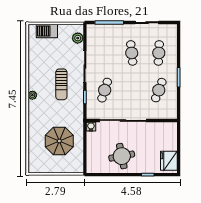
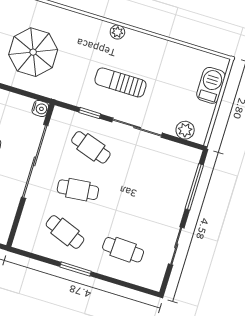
cafe table: (132, 53) -> (78, 190), moved

